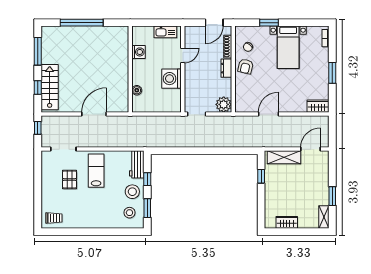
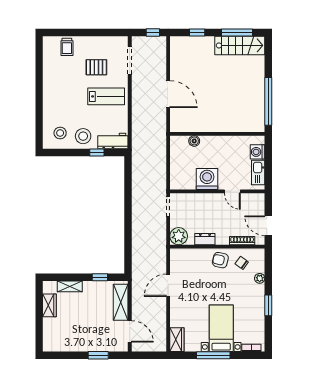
window: (82, 23) -> (268, 101), moved
window: (269, 23) -> (268, 305), moved
plant: (262, 30) -> (260, 278), added
bed with nightstands: (288, 47) -> (221, 328), moved, turned 90
washing machine: (138, 52) -> (258, 152), moved, turned 90
dresser: (226, 68) -> (205, 239), moved
window: (332, 73) -> (213, 355), width x1.44
stairs: (50, 87) -> (240, 45), moved
door: (268, 114) -> (168, 285), swing flipped
window: (332, 196) -> (98, 355), moved
window: (147, 208) -> (65, 152), removed
shelving: (324, 217) -> (70, 286), moved
trolley: (54, 218) -> (67, 47), moved

